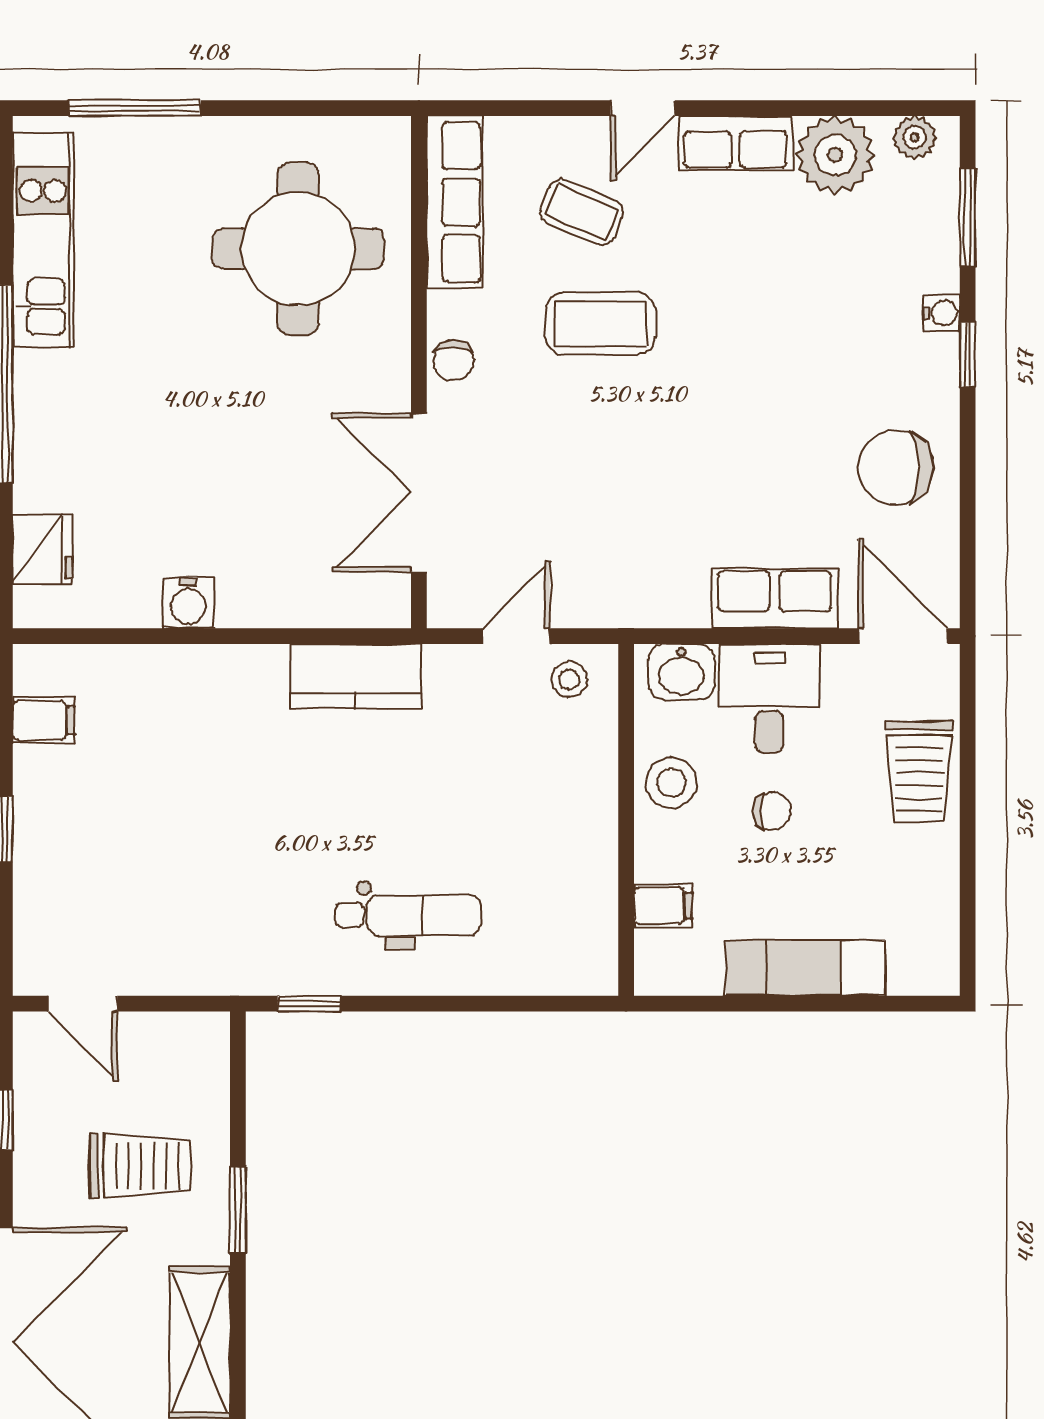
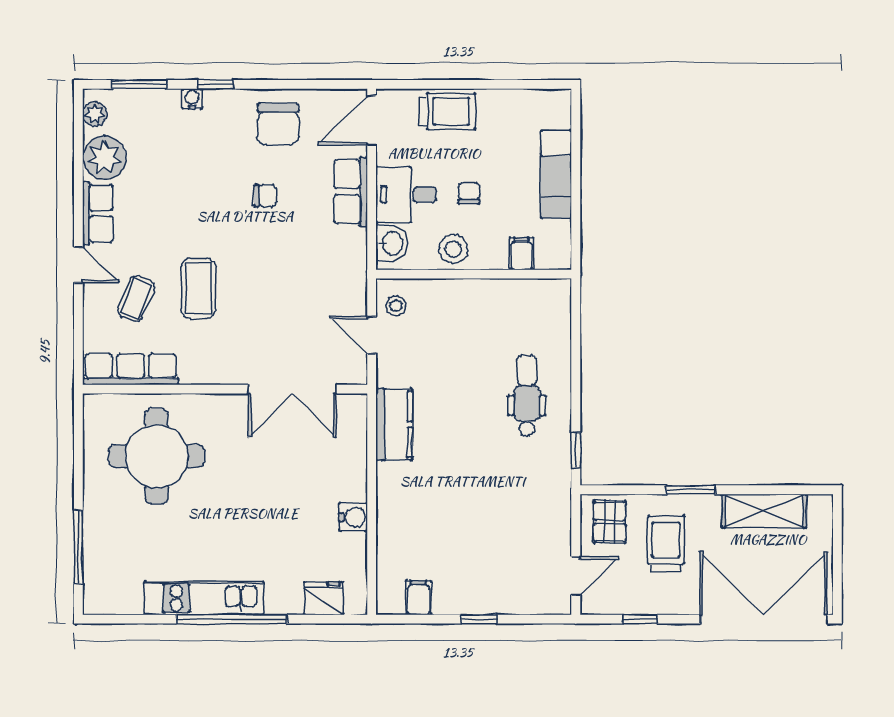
kitchen unit: (43, 240) -> (204, 598), moved
chair: (453, 360) -> (265, 196), moved
pallet: (180, 1065) -> (610, 522), added

